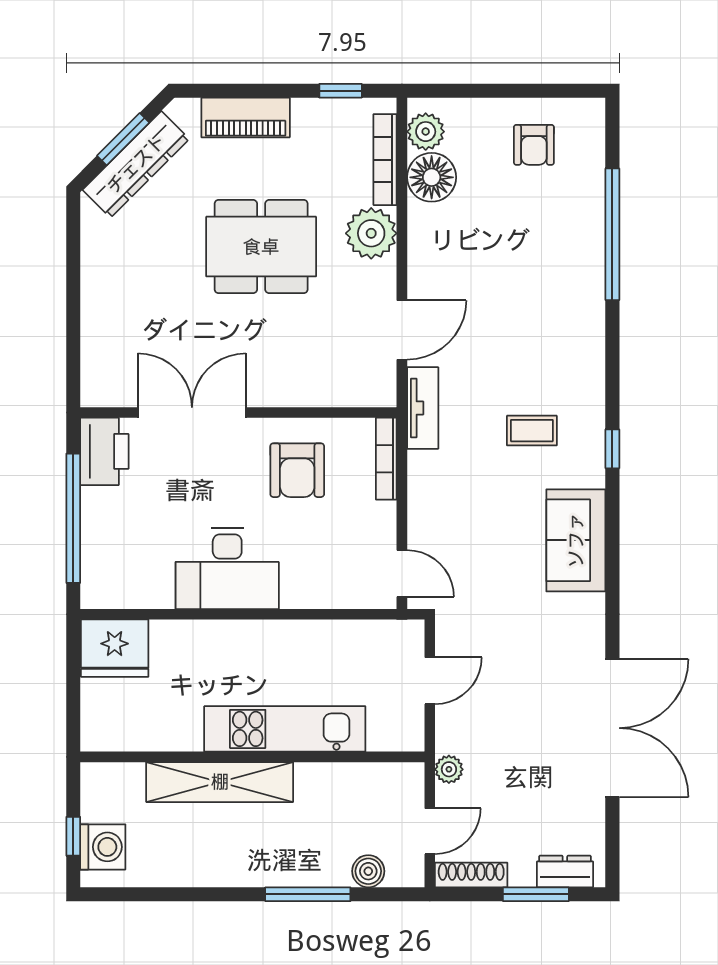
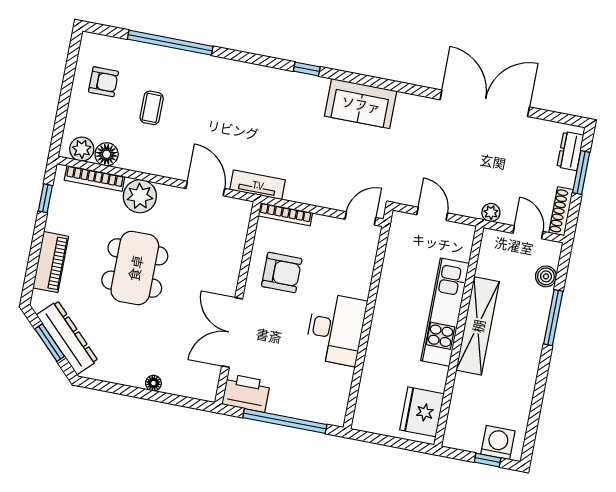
floor lamp: (432, 177) -> (107, 154), width x0.73, depth x0.73
floor lamp: (92, 308) -> (153, 383), added
coffee table: (532, 431) -> (152, 108), moved
fridge: (115, 648) -> (422, 412), moved, turned 180
shelving: (220, 782) -> (478, 326), moved

